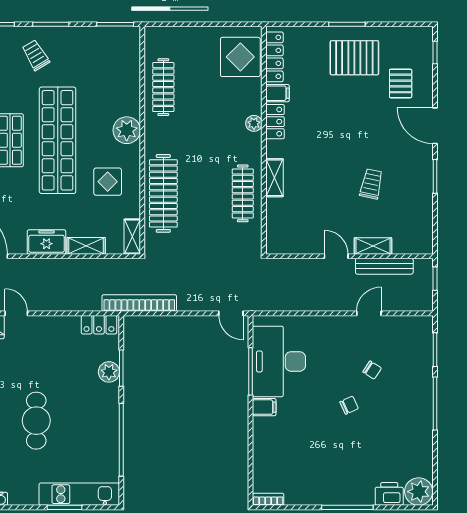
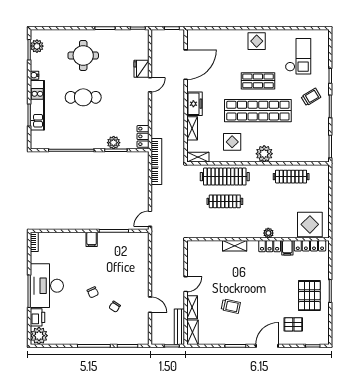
clothes rail: (243, 193) -> (225, 201), moved
shelving: (413, 245) -> (192, 332), added
bench: (384, 266) -> (179, 327), moved
desk: (279, 361) -> (47, 286), moved, turned -90
kitchen unit: (79, 494) -> (37, 105), moved

